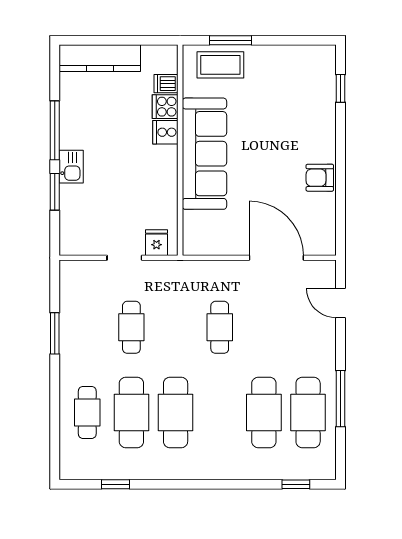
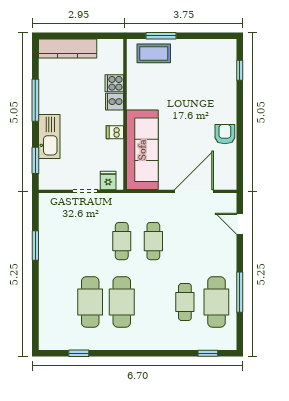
dishwasher: (166, 84) -> (115, 132), moved
sofa: (204, 154) -> (142, 150), moved
kitchen sink: (71, 167) -> (49, 136), width x1.88, depth x1.24
armchair: (320, 178) -> (225, 134), turned 90
window: (55, 192) -> (35, 160), moved
door: (276, 258) -> (194, 191), hinge flipped
cafe table: (131, 327) -> (122, 241), moved
cafe table: (87, 412) -> (59, 302), removed
cafe table: (264, 412) -> (185, 302), width x0.73, depth x0.74

